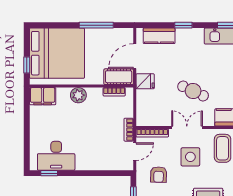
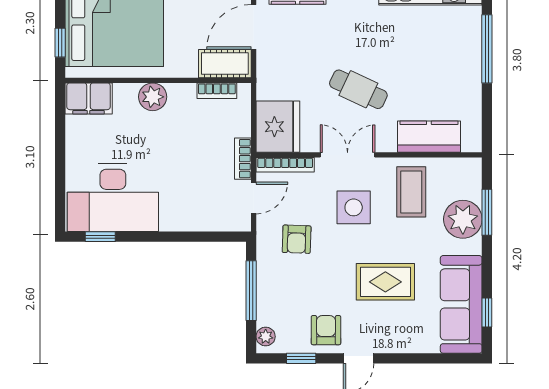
fridge: (145, 81) -> (278, 127), moved, width x1.88, depth x1.34
desk: (56, 156) -> (113, 198), width x1.36, depth x1.30

